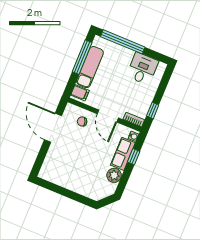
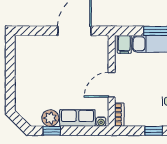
window: (153, 110) -> (154, 131), moved
chair: (82, 122) -> (94, 59), removed
window: (134, 157) -> (52, 131), moved

